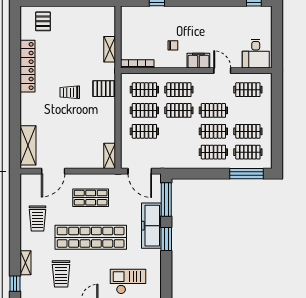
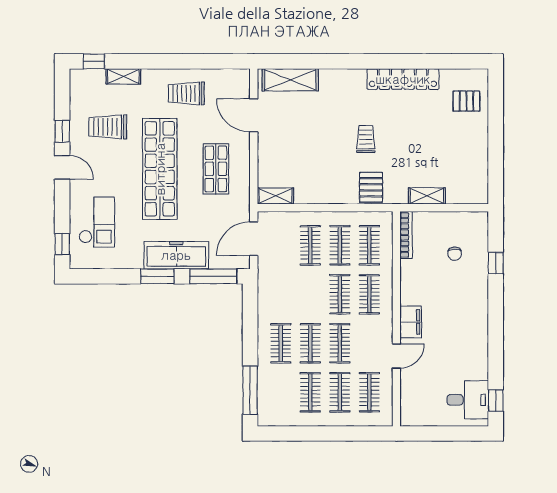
chair: (173, 45) -> (455, 254), moved
desk: (256, 54) -> (468, 400), moved, turned 180
clothes rail: (248, 152) -> (340, 392), moved

